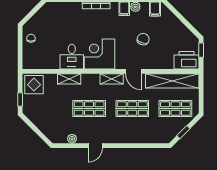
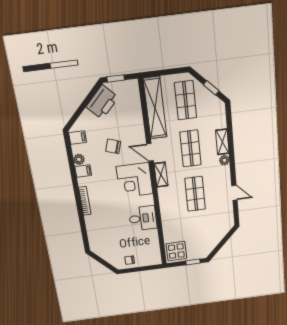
corner desk: (99, 54) -> (135, 180), moved
printer: (186, 60) -> (102, 102), moved, turned -135
door: (133, 71) -> (150, 152), swing flipped
shelving: (69, 79) -> (222, 142), moved
plant: (72, 139) -> (224, 160), moved
door: (95, 146) -> (234, 193), moved

